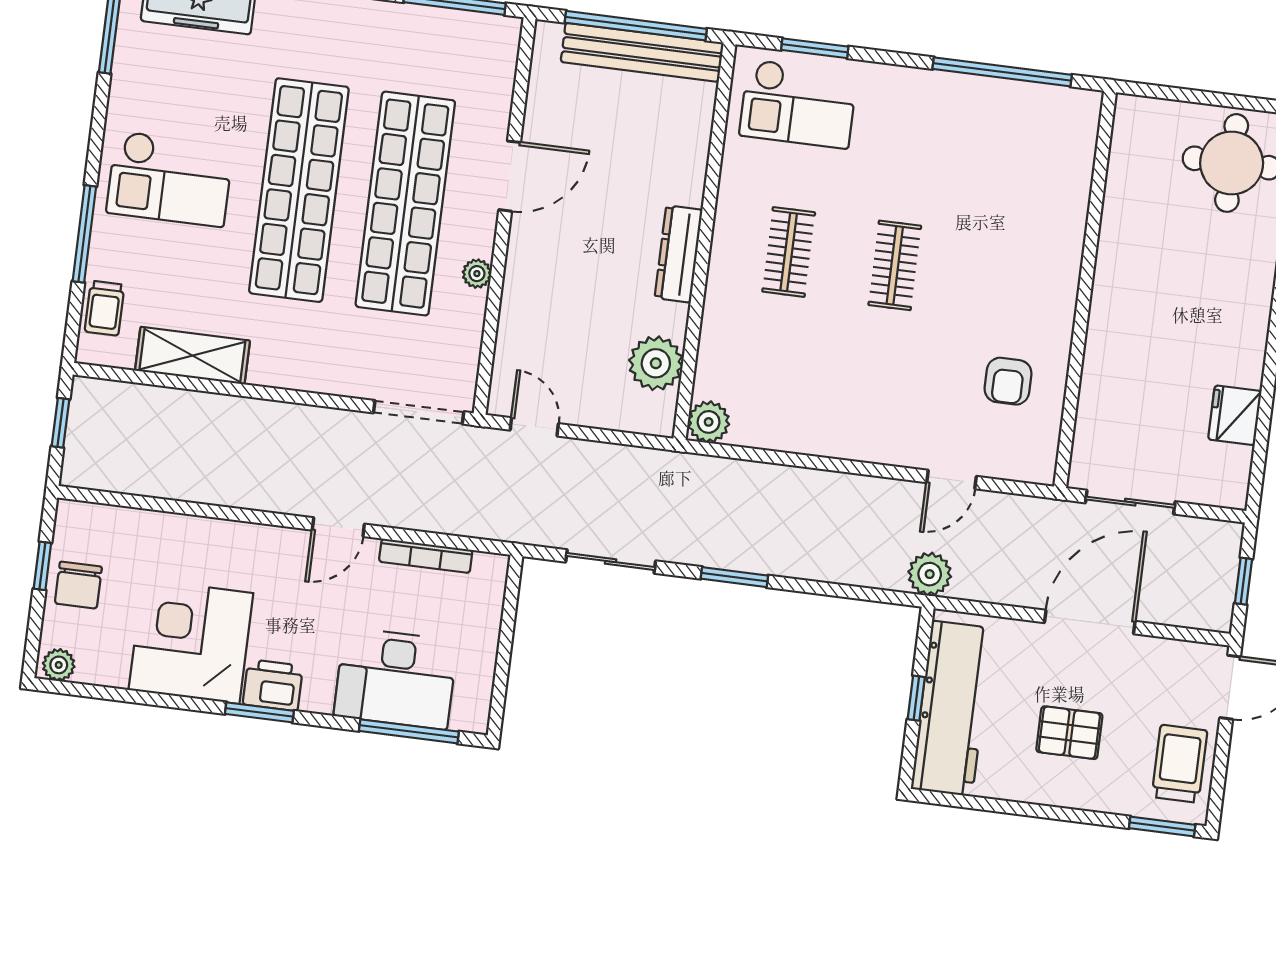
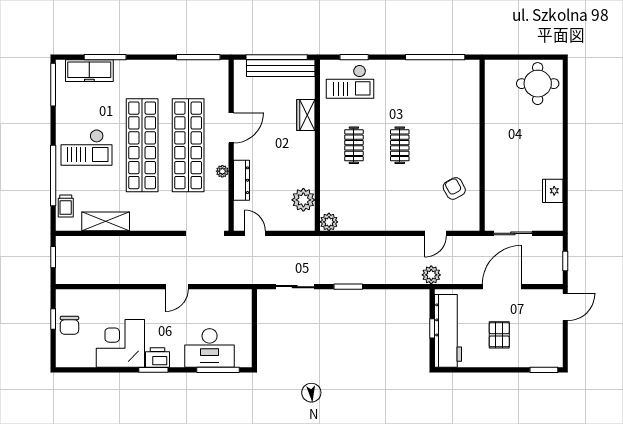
wardrobe: (687, 168) -> (306, 115), added
window: (84, 234) -> (53, 175), width x1.46
dresser: (679, 254) -> (241, 180), moved, turned 180
armchair: (1008, 381) -> (454, 188), turned 151
bookcase: (426, 556) -> (216, 294), removed
plant: (59, 665) -> (65, 360), removed
pallet: (1069, 733) -> (499, 335), turned 90
trolley: (1180, 764) -> (548, 342), removed

